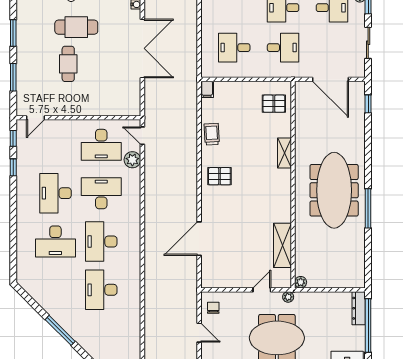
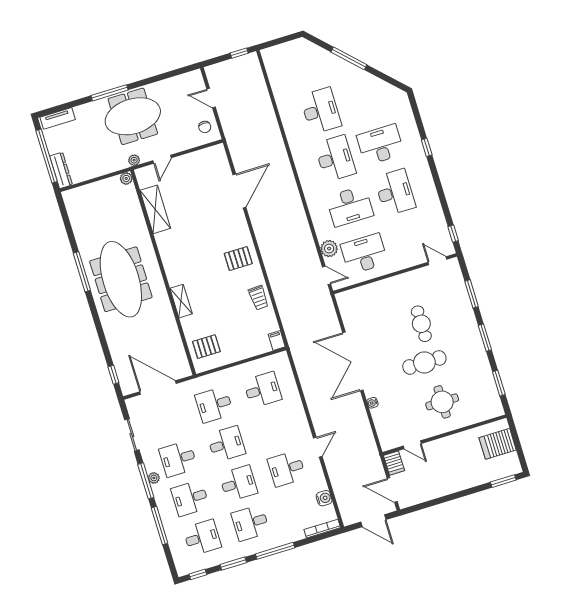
door: (35, 118) -> (437, 261), hinge flipped
window: (13, 167) -> (427, 147), moved

